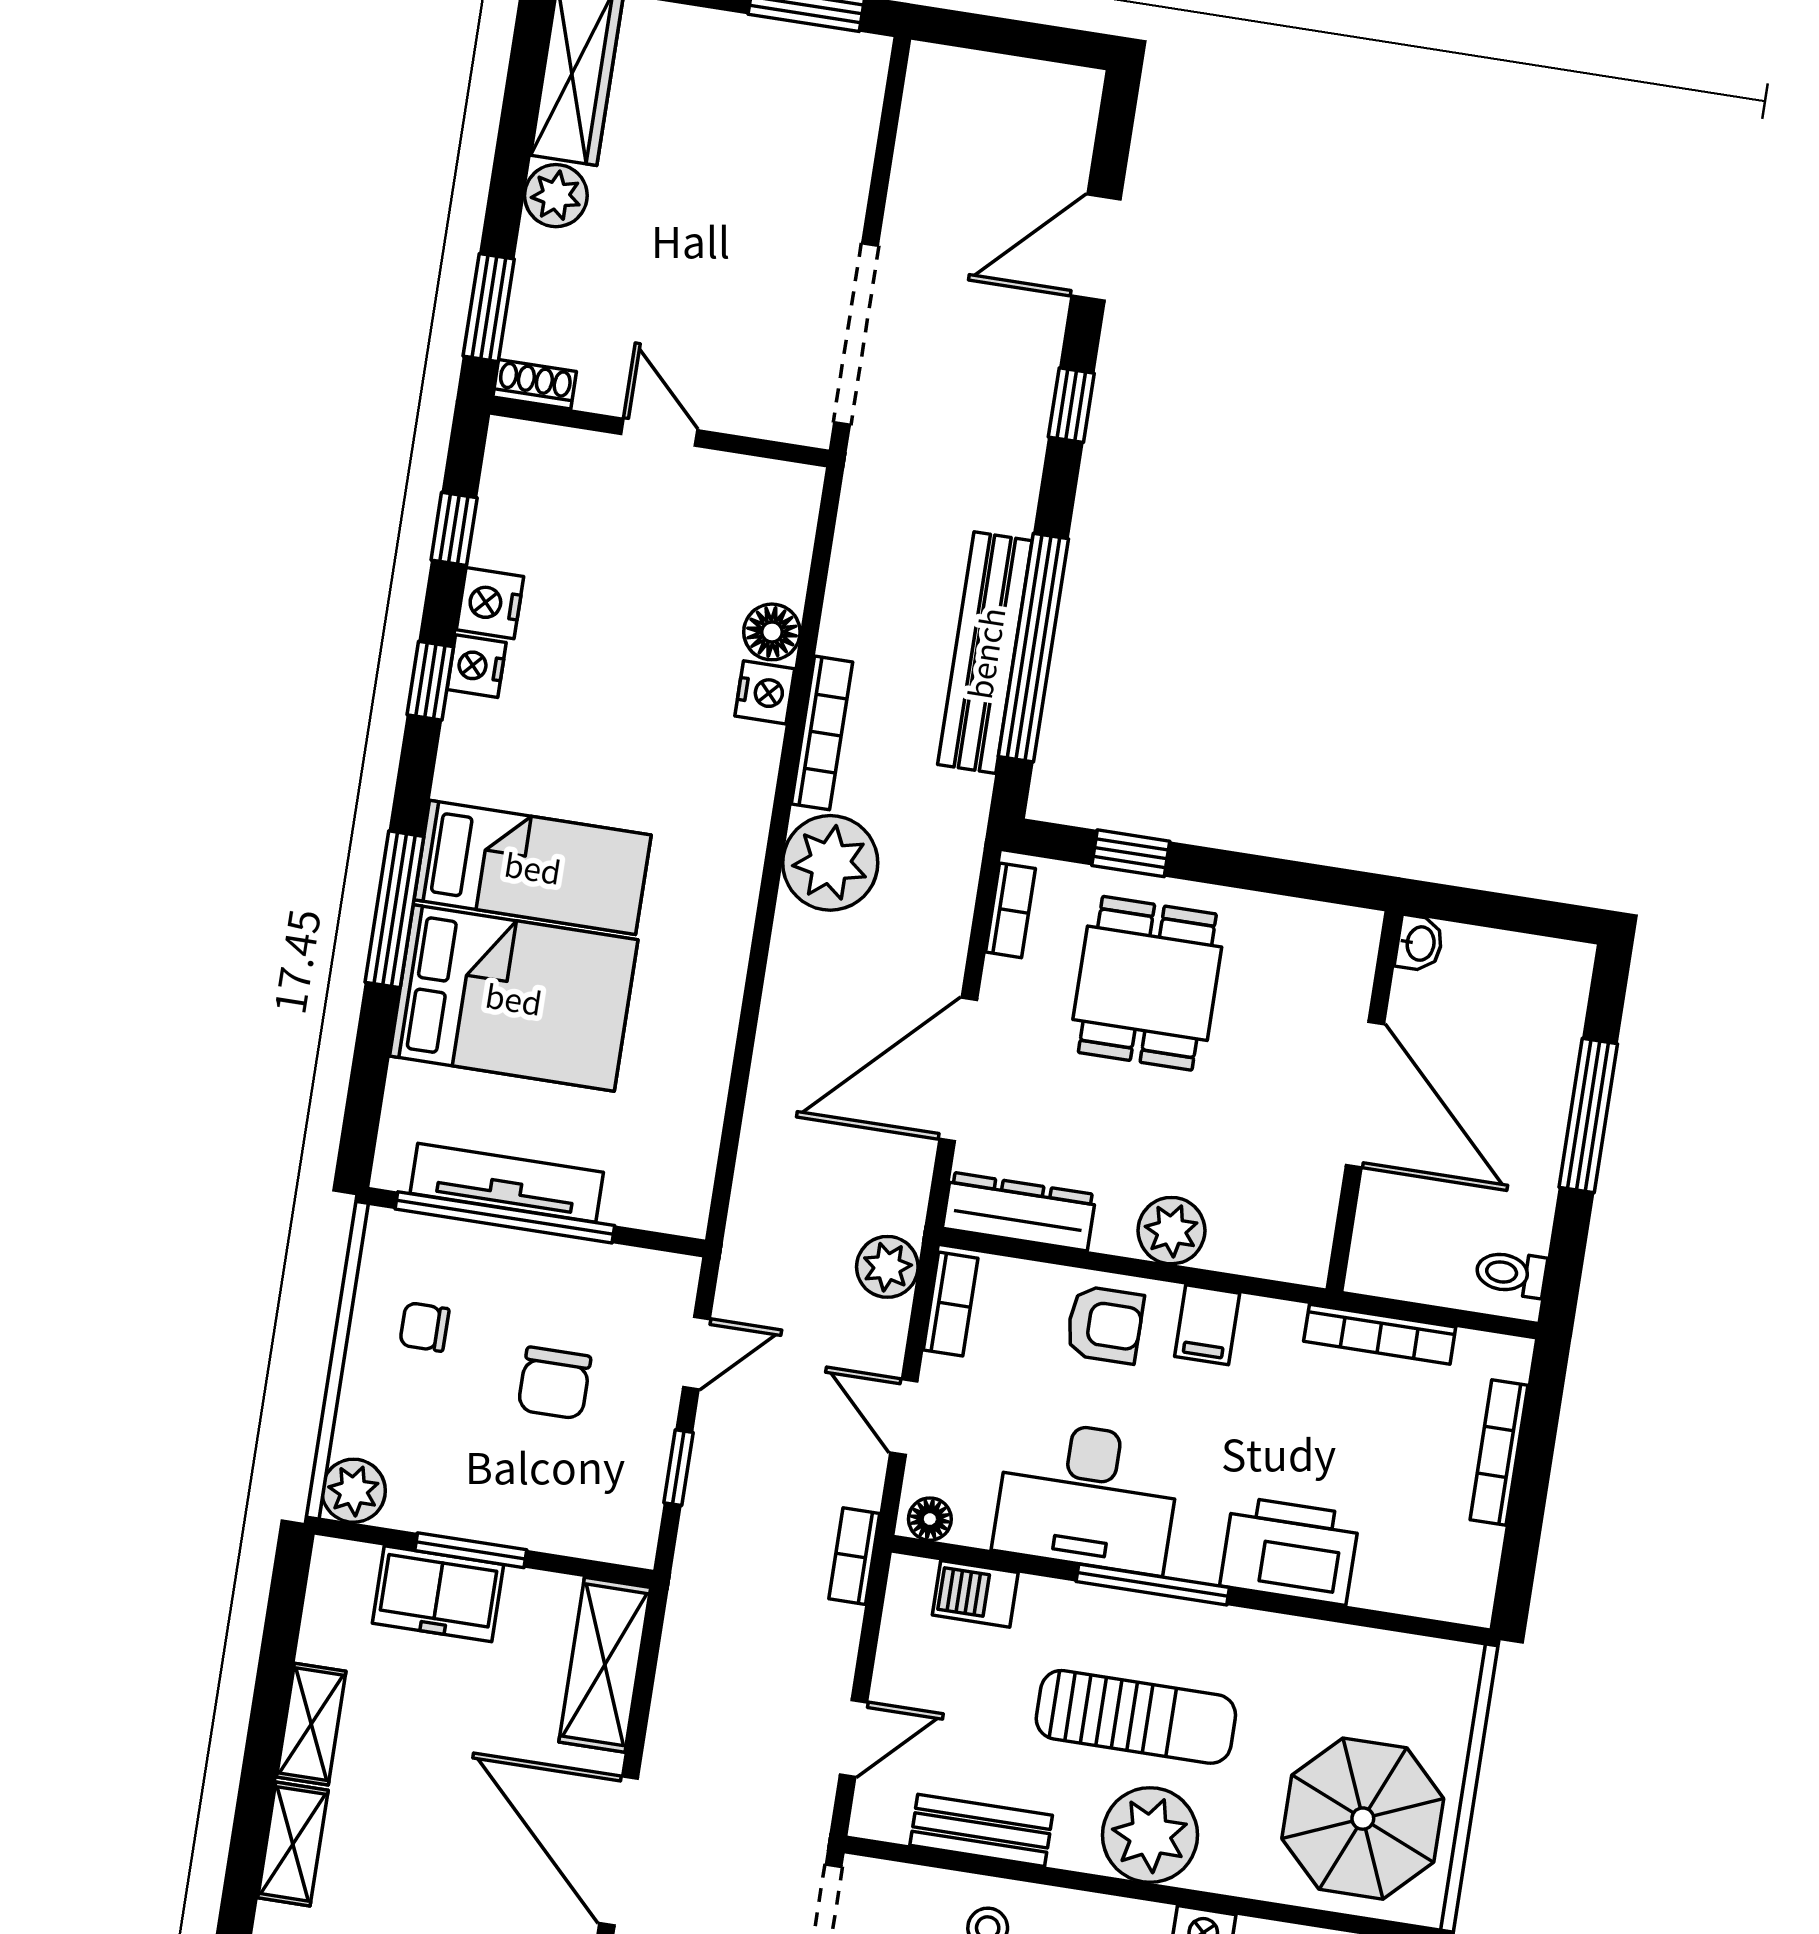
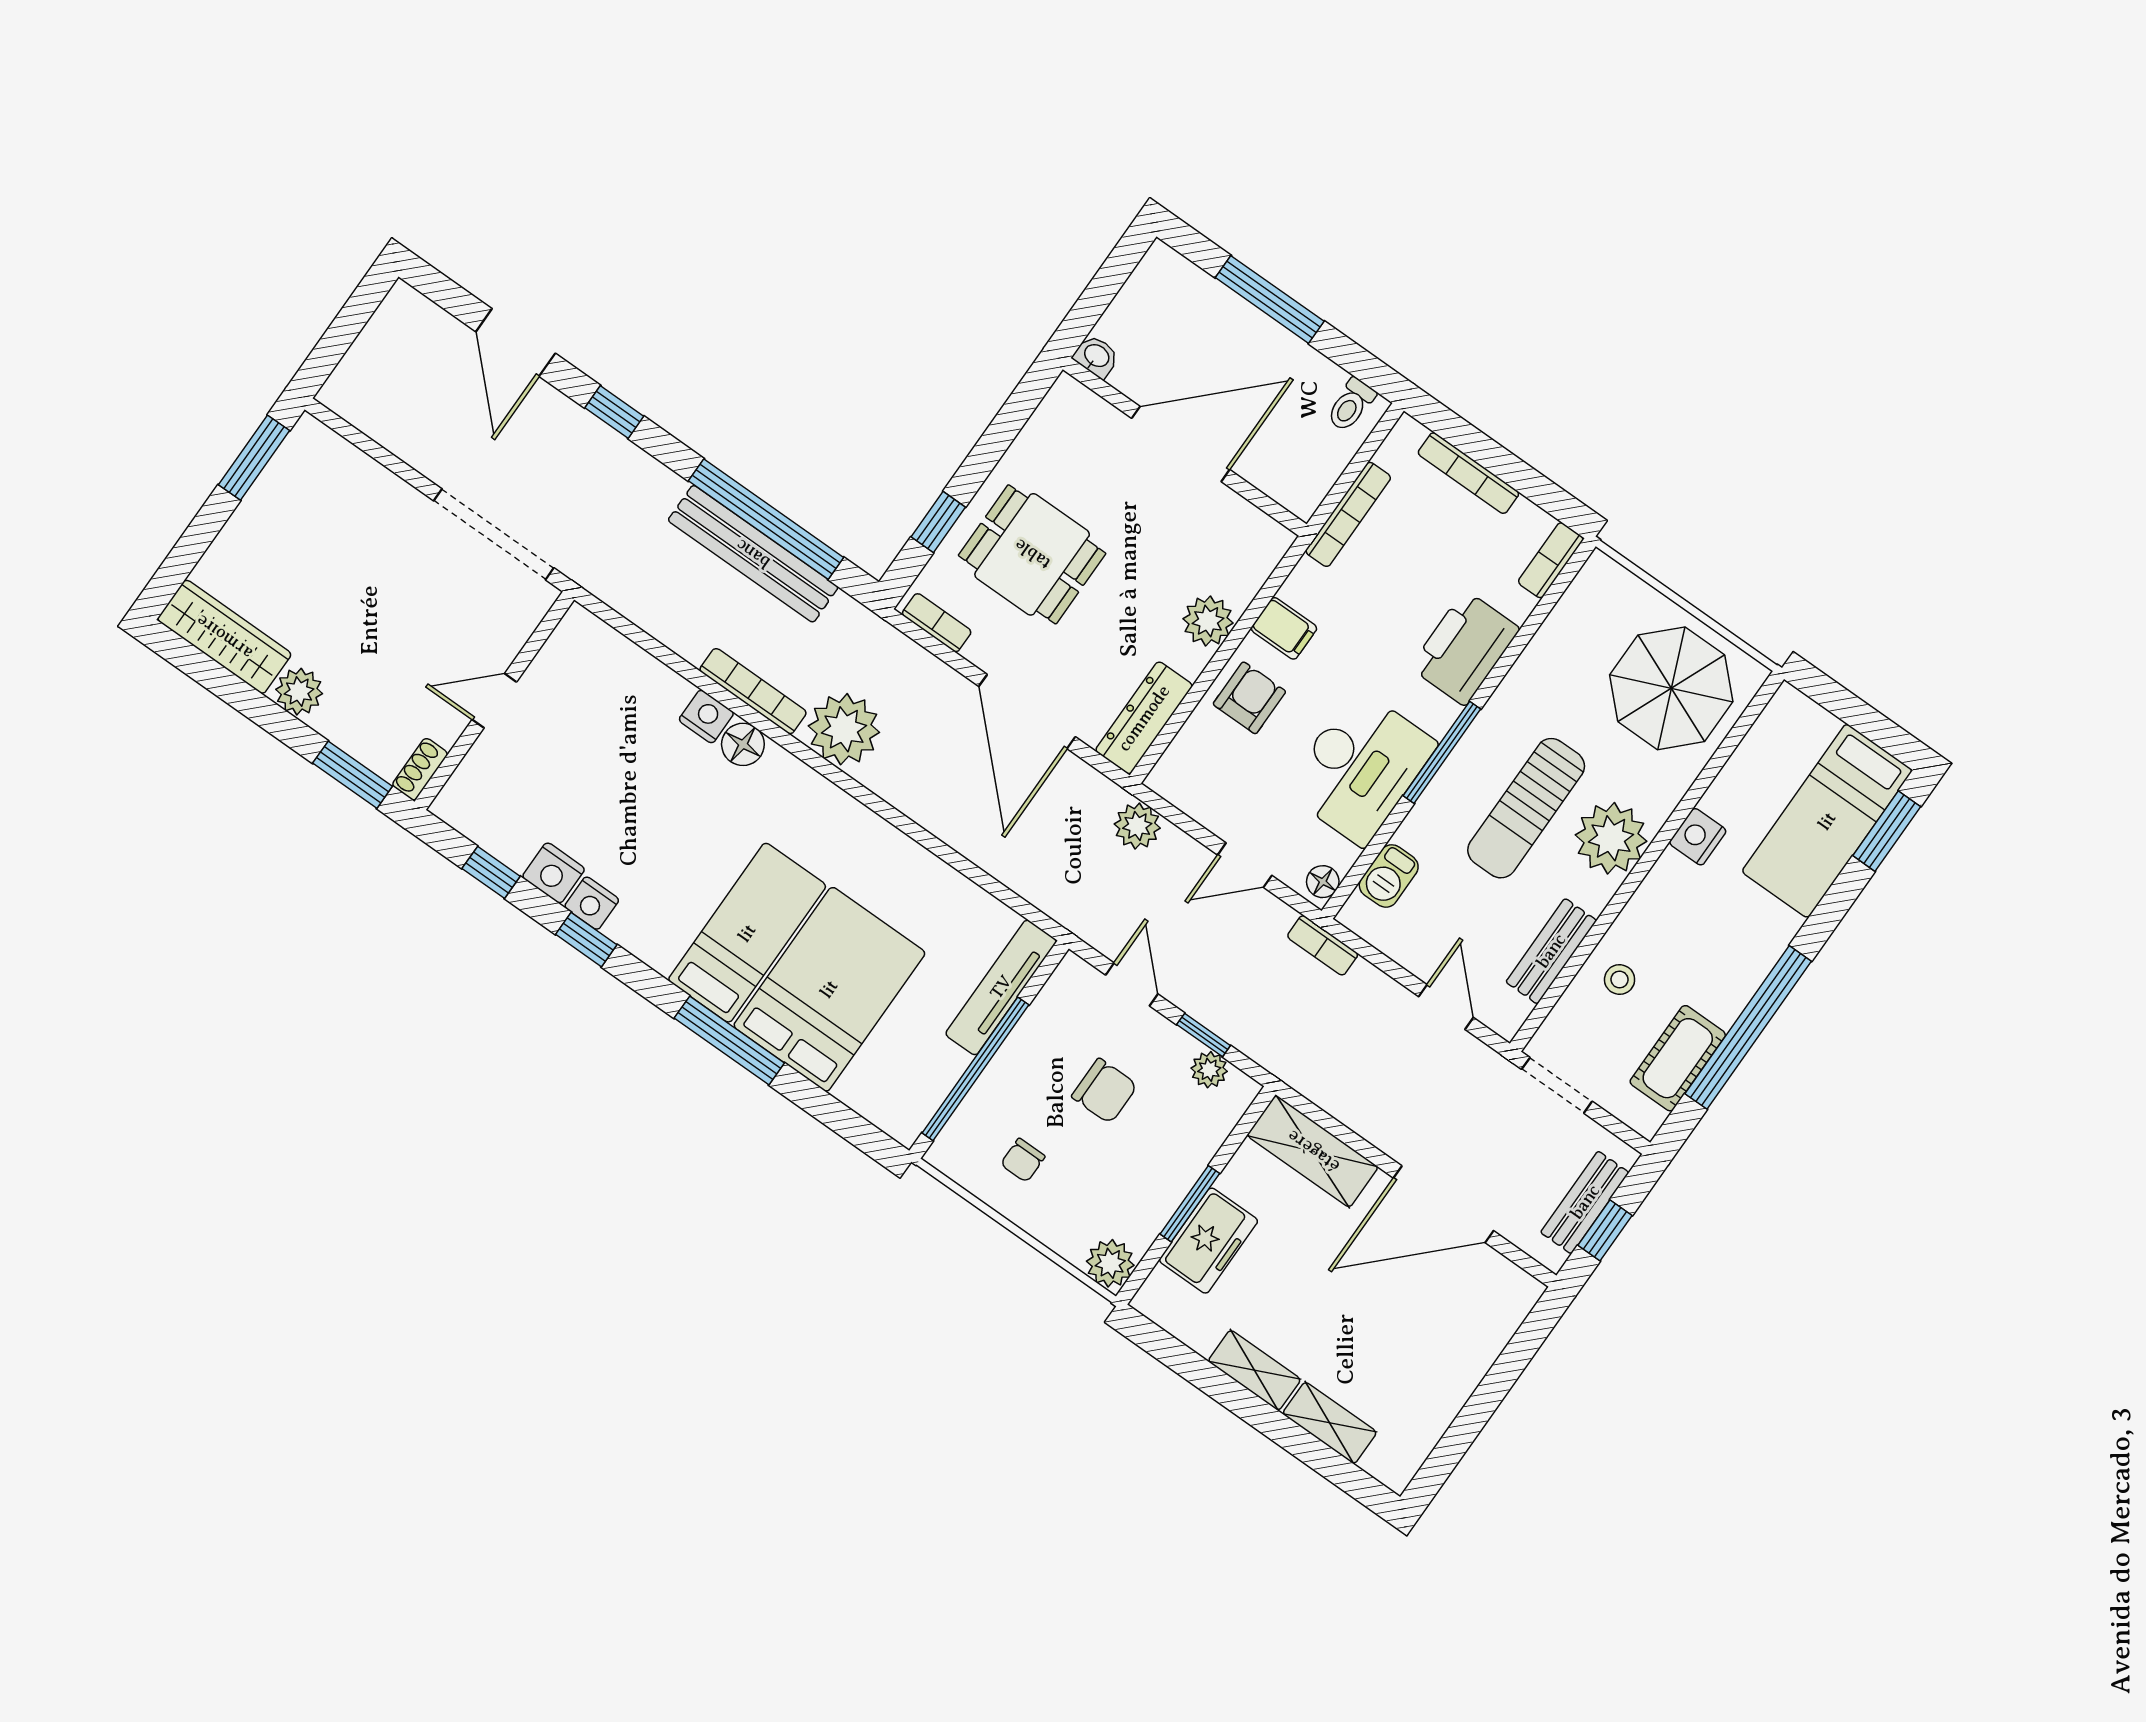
floor lamp: (772, 632) -> (743, 744), moved
tv unit: (507, 1183) -> (1001, 987), moved
bookcase: (951, 1304) -> (1551, 560), moved, turned -90
plant: (641, 1495) -> (1209, 1070), added
sun lounger: (1136, 1717) -> (1526, 808), turned 180

